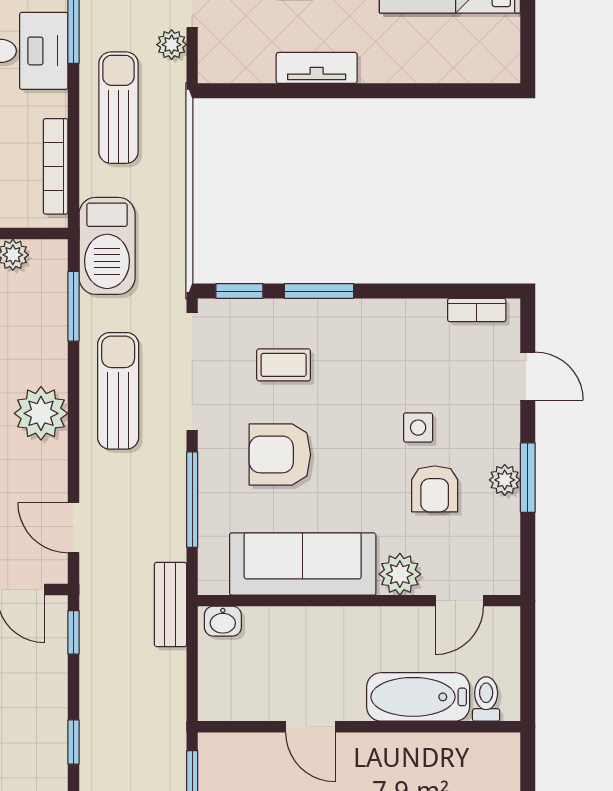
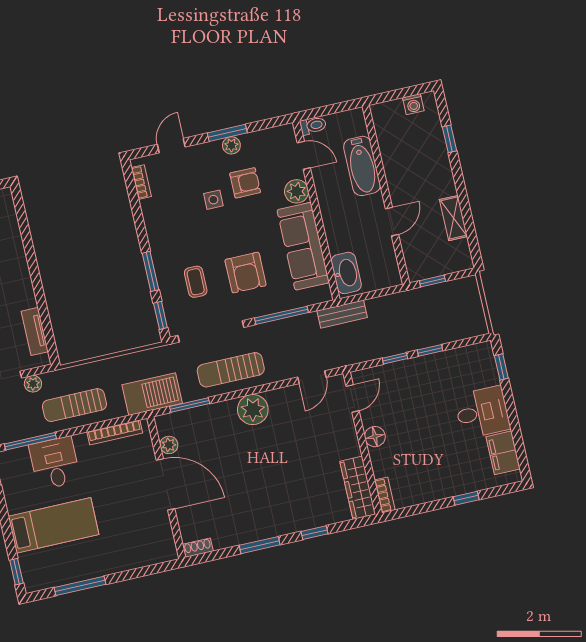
tv unit: (317, 68) -> (35, 331), moved
washbasin: (223, 621) -> (346, 273), width x1.91, depth x1.45
window: (73, 632) -> (395, 358), moved
toilet: (486, 699) -> (313, 126), moved, turned 180

